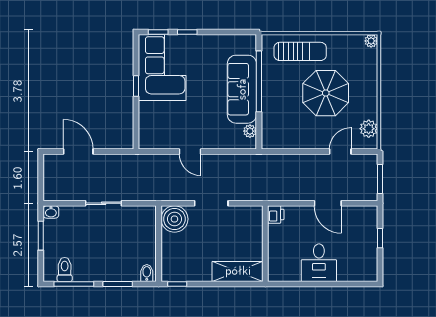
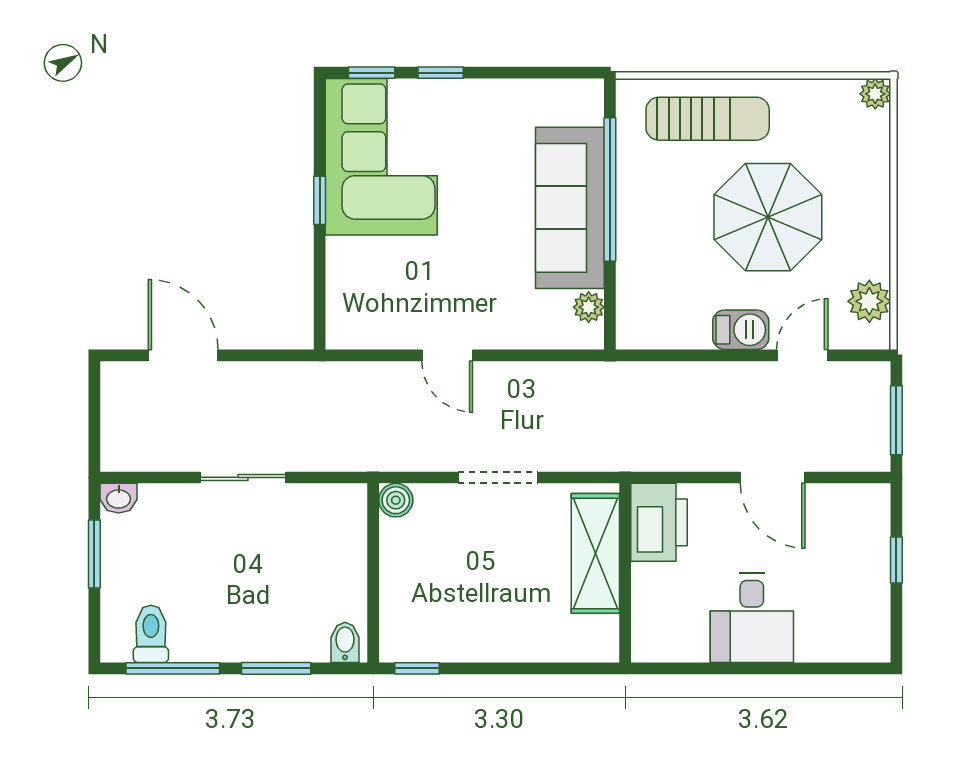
barbecue: (314, 141) -> (741, 330), added
printer: (276, 214) -> (659, 522), width x1.87, depth x1.48
boiler: (174, 219) -> (396, 500), width x0.54, depth x0.54
shelving: (238, 271) -> (595, 553), moved, turned 90

